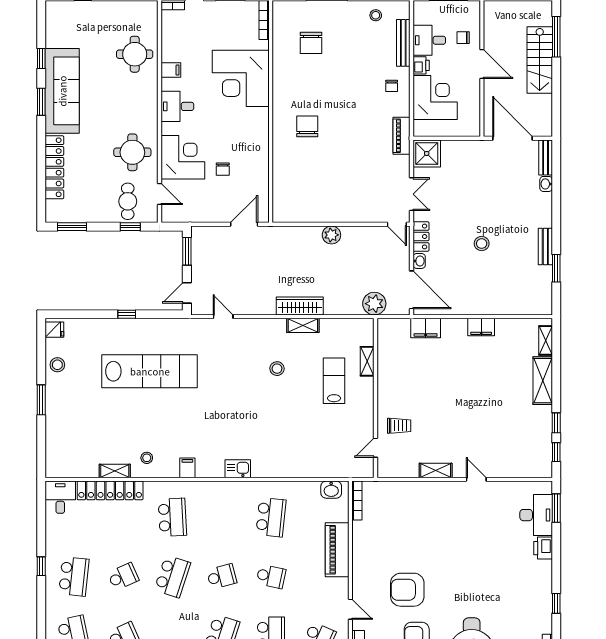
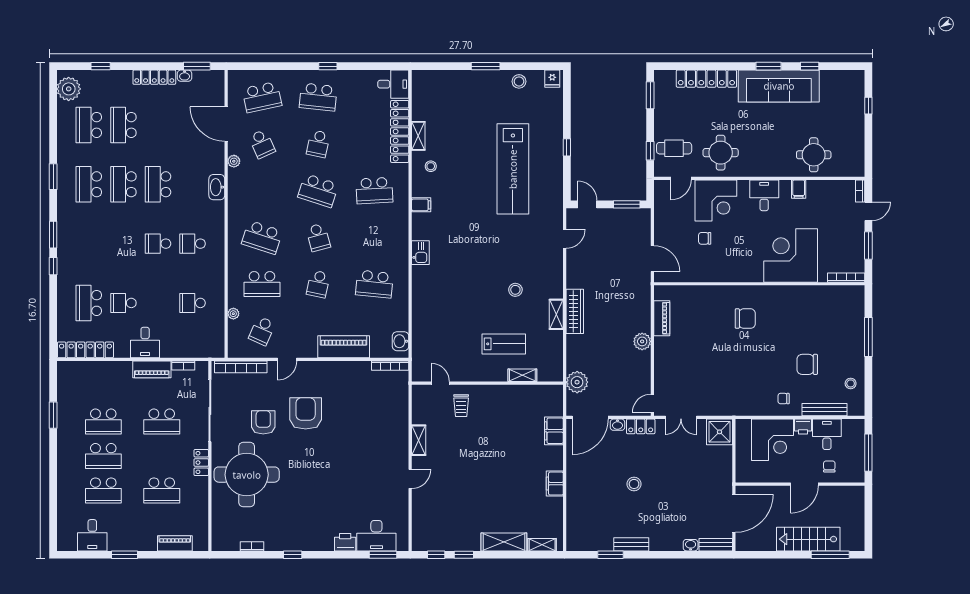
chair: (311, 43) -> (807, 364), moved
piano: (402, 136) -> (662, 318), moved, turned 90
school desk: (123, 576) -> (318, 144), turned 36

